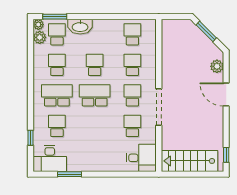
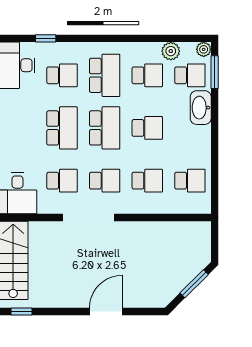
plant: (40, 37) -> (171, 51), moved
plant: (217, 66) -> (145, 299), removed
school desk: (95, 126) -> (62, 128), added

